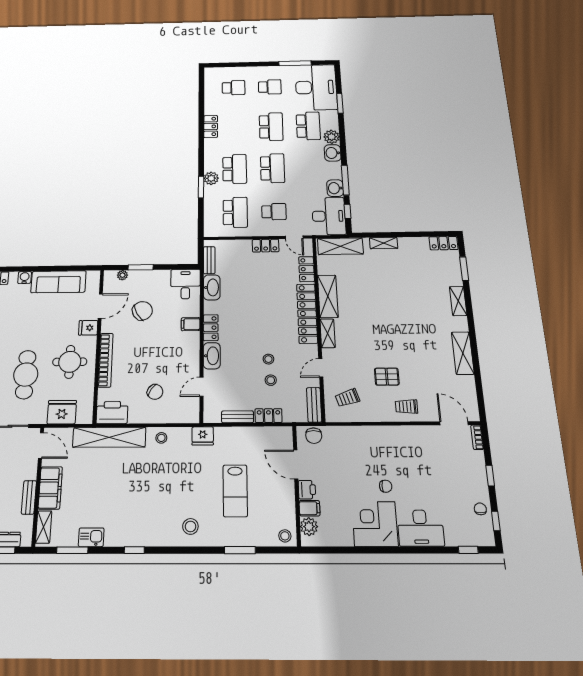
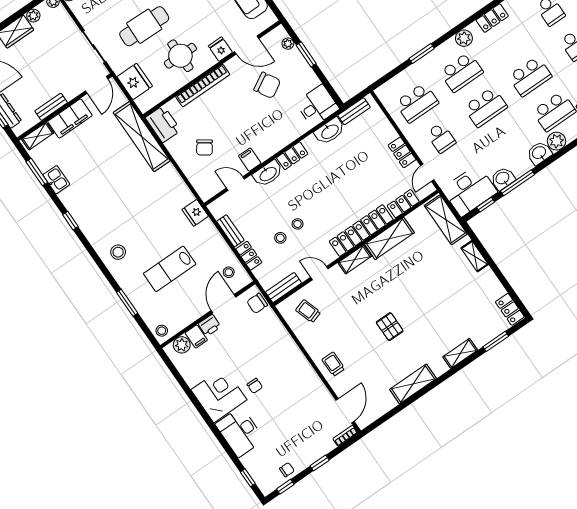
plant: (211, 178) -> (464, 38), moved
filing cabinet: (191, 324) -> (250, 160), moved
pallet: (387, 377) -> (390, 327), moved
stool: (161, 438) -> (229, 272), moved

